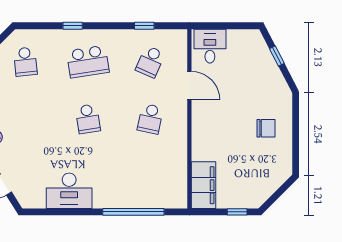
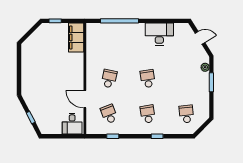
school desk: (88, 62) -> (148, 114), width x0.54
school desk: (150, 62) -> (109, 114), turned -45
chair: (266, 128) -> (37, 73), removed

